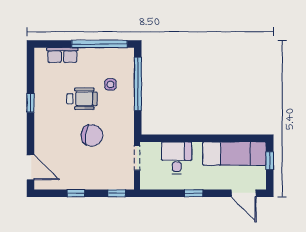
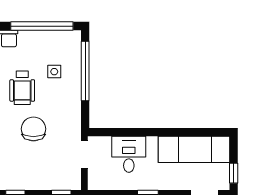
wheelchair: (82, 99) -> (22, 88), turned 90
chair: (92, 135) -> (33, 129), turned -96
window: (270, 161) -> (234, 173), moved

